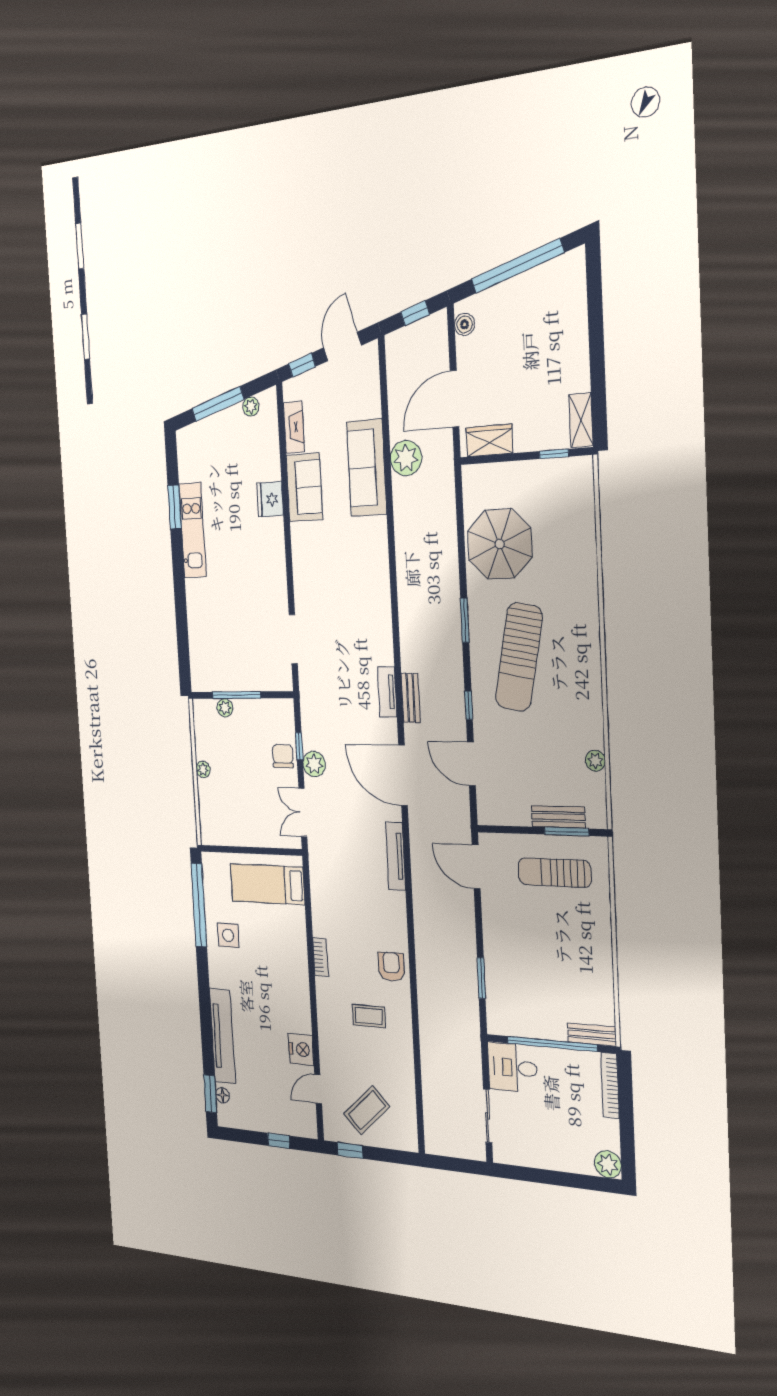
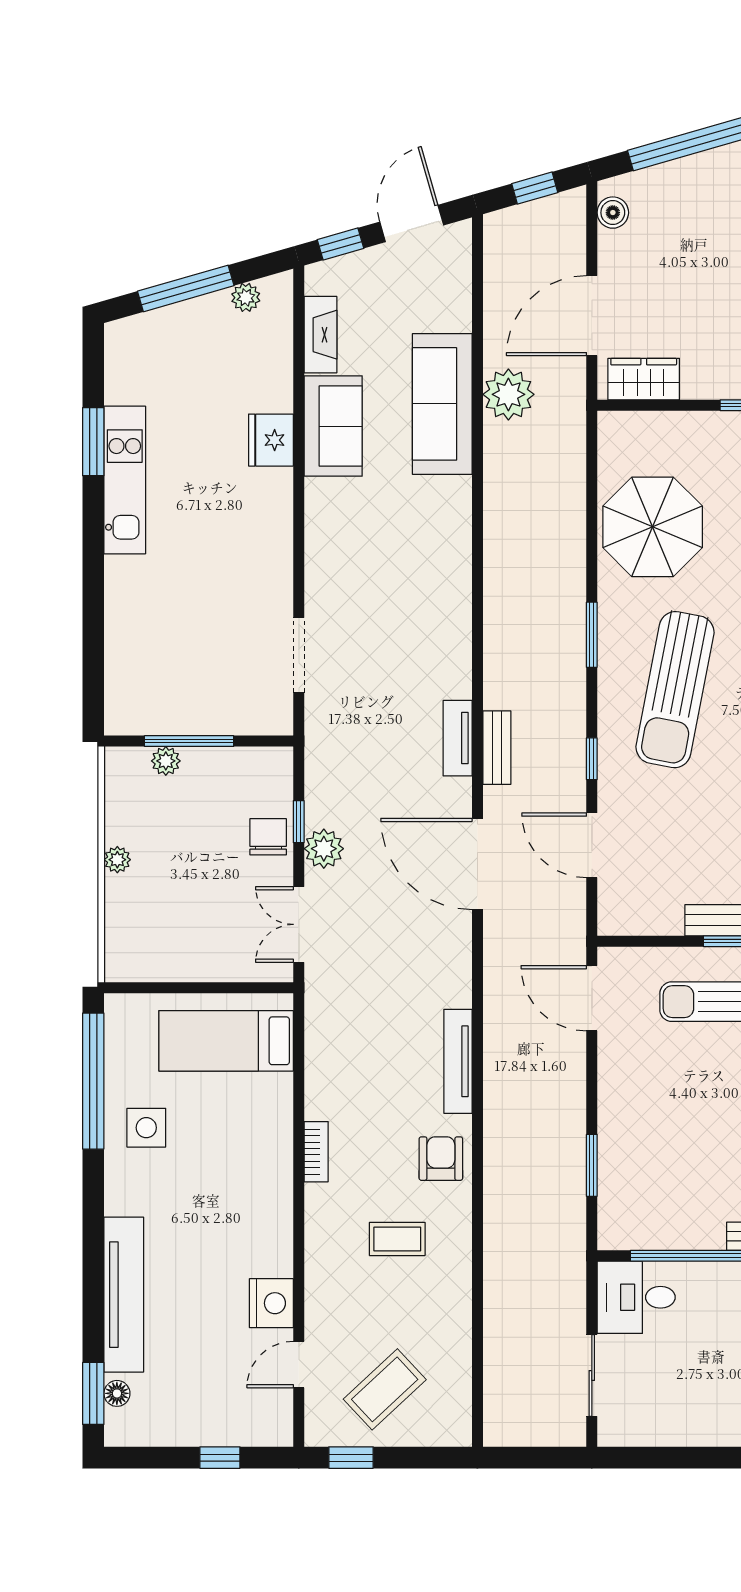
tv unit: (396, 856) -> (458, 1061), moved

